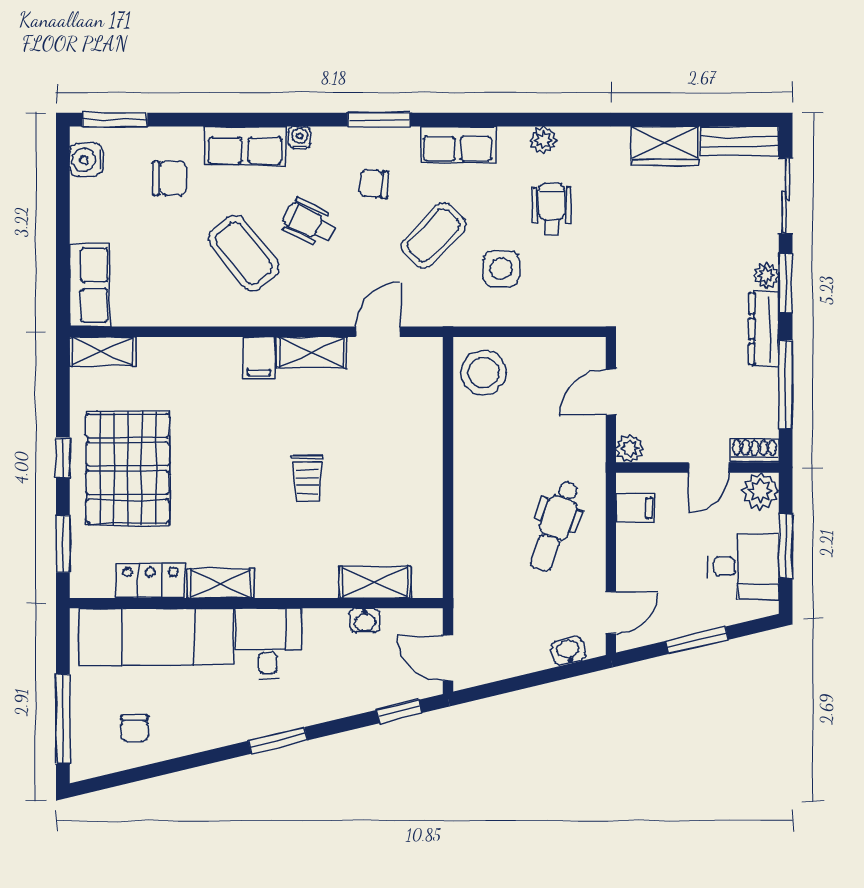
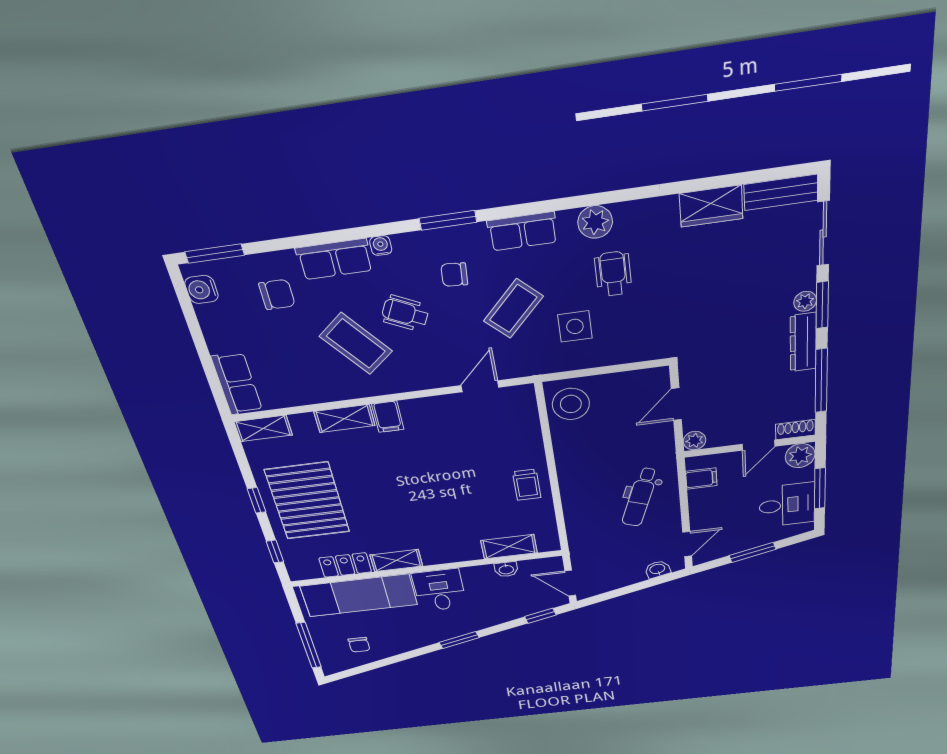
plant: (543, 140) -> (595, 222), width x1.38, depth x1.38
shelving: (312, 352) -> (344, 419), moved
trolley: (307, 478) -> (527, 485), moved
window: (63, 544) -> (275, 551), width x0.67

